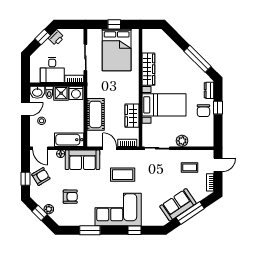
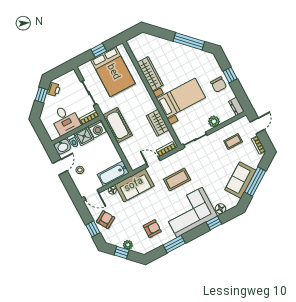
dresser: (209, 90) -> (237, 106), moved
cot: (96, 114) -> (117, 125), moved
armchair: (70, 197) -> (152, 229), moved
floor lamp: (147, 221) -> (221, 209), added

